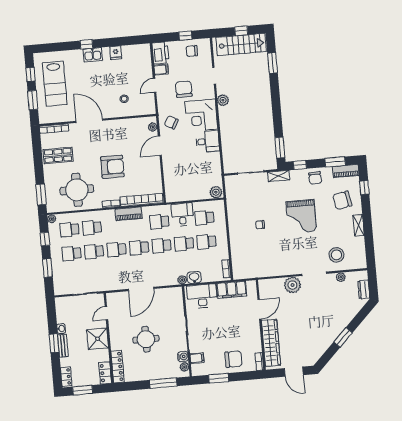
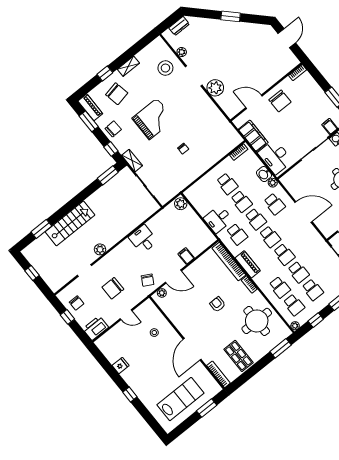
stairs: (241, 44) -> (70, 223), moved, turned 90
kitchen sink: (93, 55) -> (135, 383), removed
filing cabinet: (161, 70) -> (186, 256), moved
window: (31, 74) -> (186, 424), removed
corner desk: (201, 115) -> (125, 259), removed
armchair: (112, 167) -> (218, 304), width x0.53, depth x0.53
window: (364, 188) -> (105, 74), moved
school desk: (204, 218) -> (275, 204), moved
wardrobe: (271, 343) -> (276, 73), removed
chair: (234, 359) -> (280, 101), moved, turned 180

